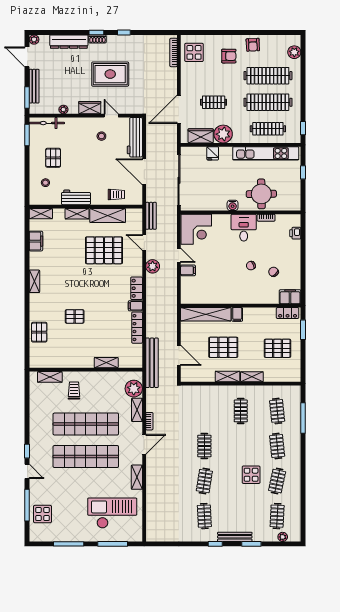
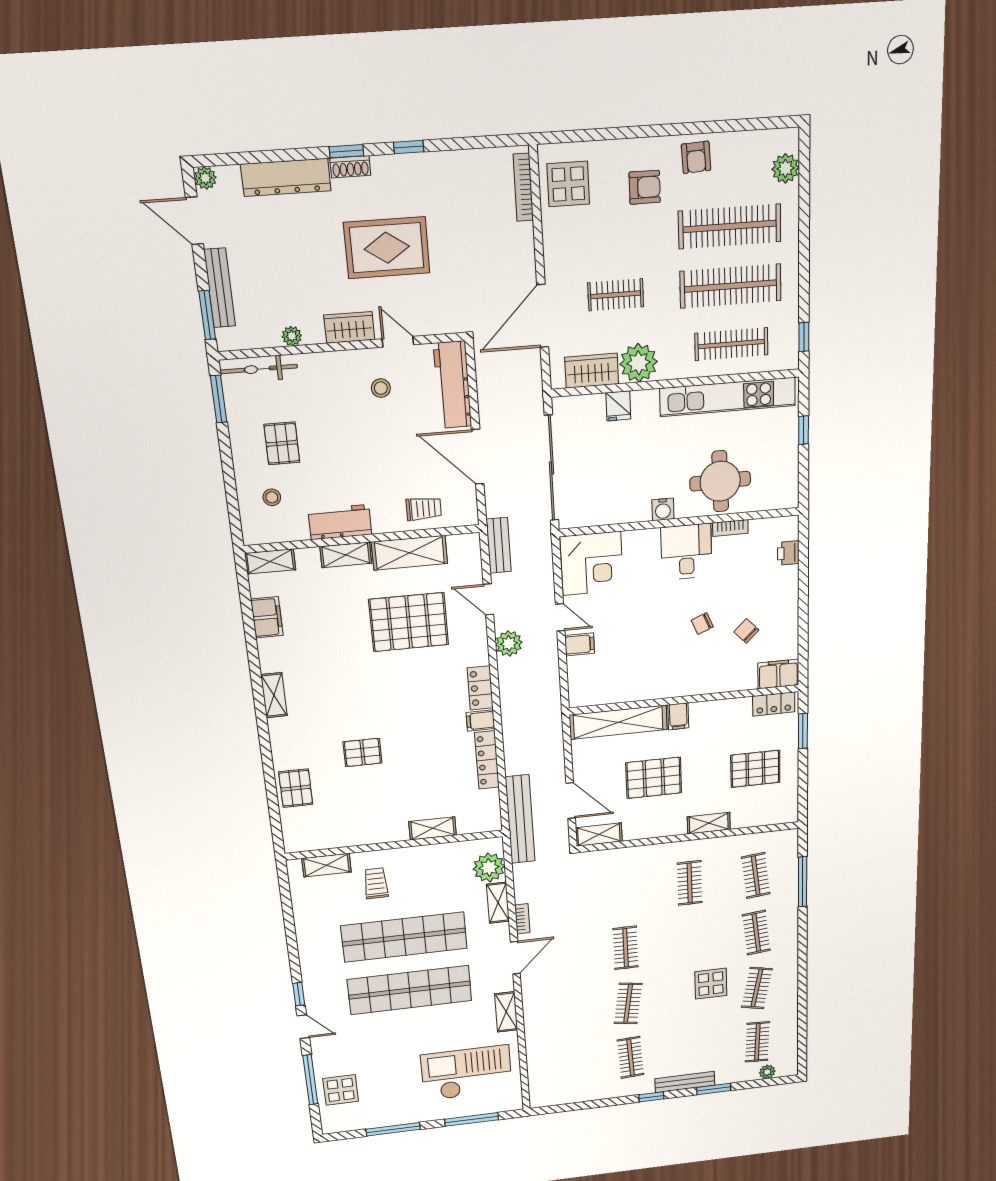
shelving: (227, 376) -> (599, 835), moved

